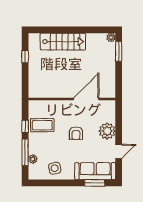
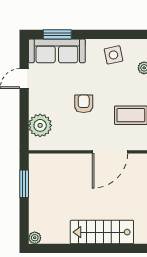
window: (119, 51) -> (24, 184), moved
door: (86, 99) -> (110, 152), moved
plant: (107, 131) -> (40, 125), moved

